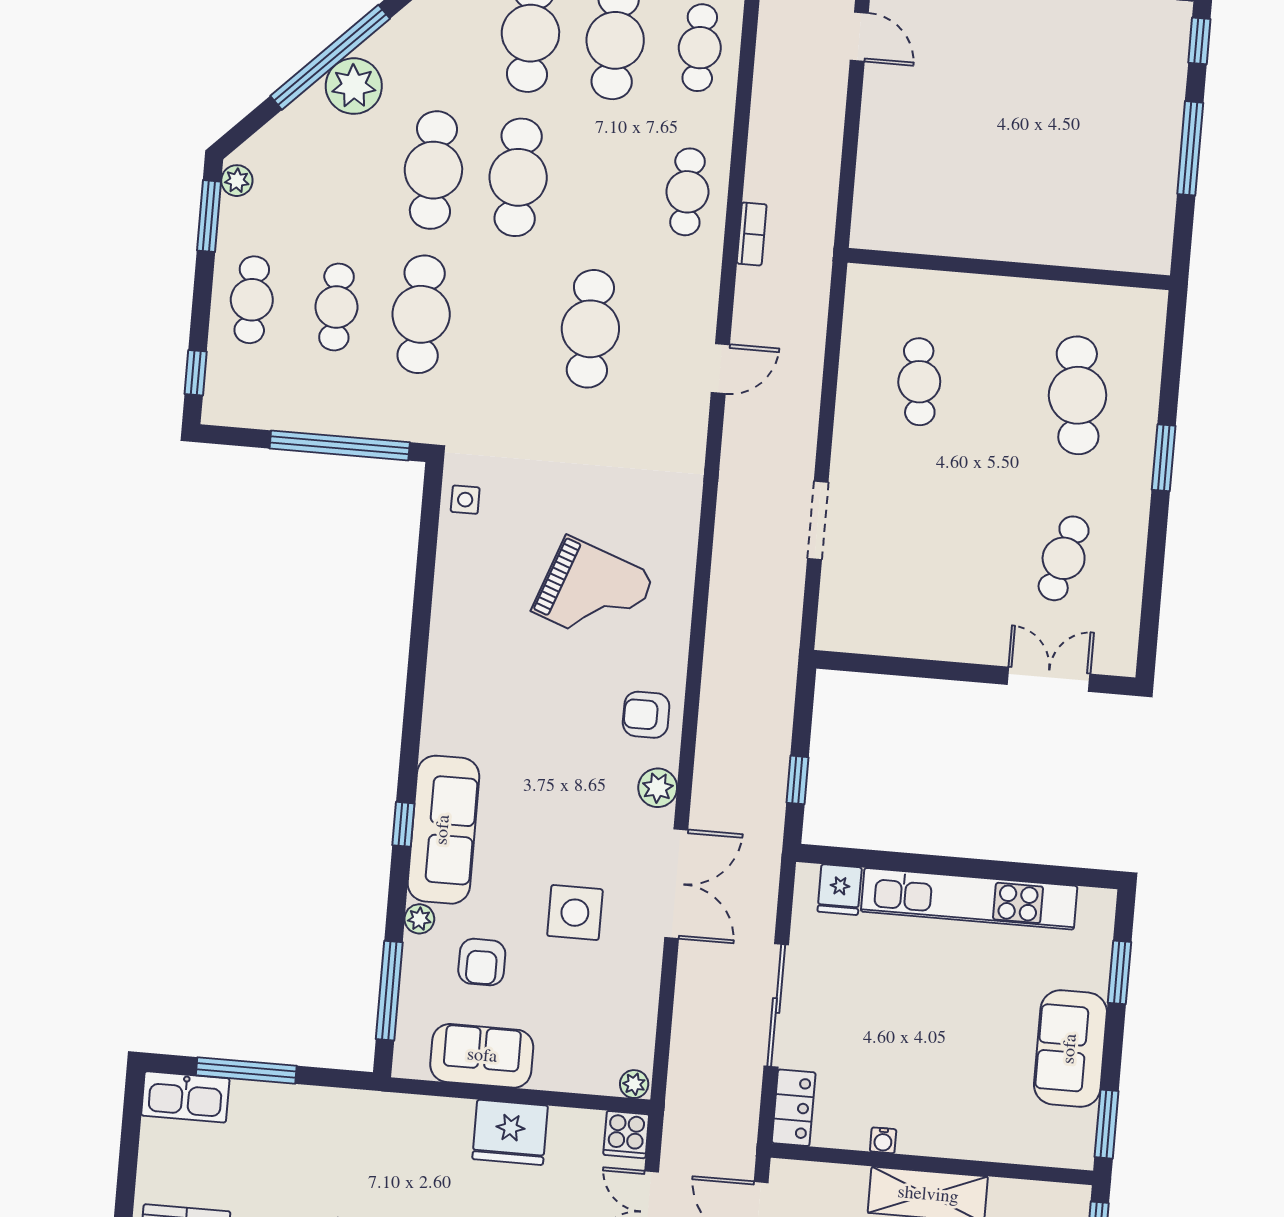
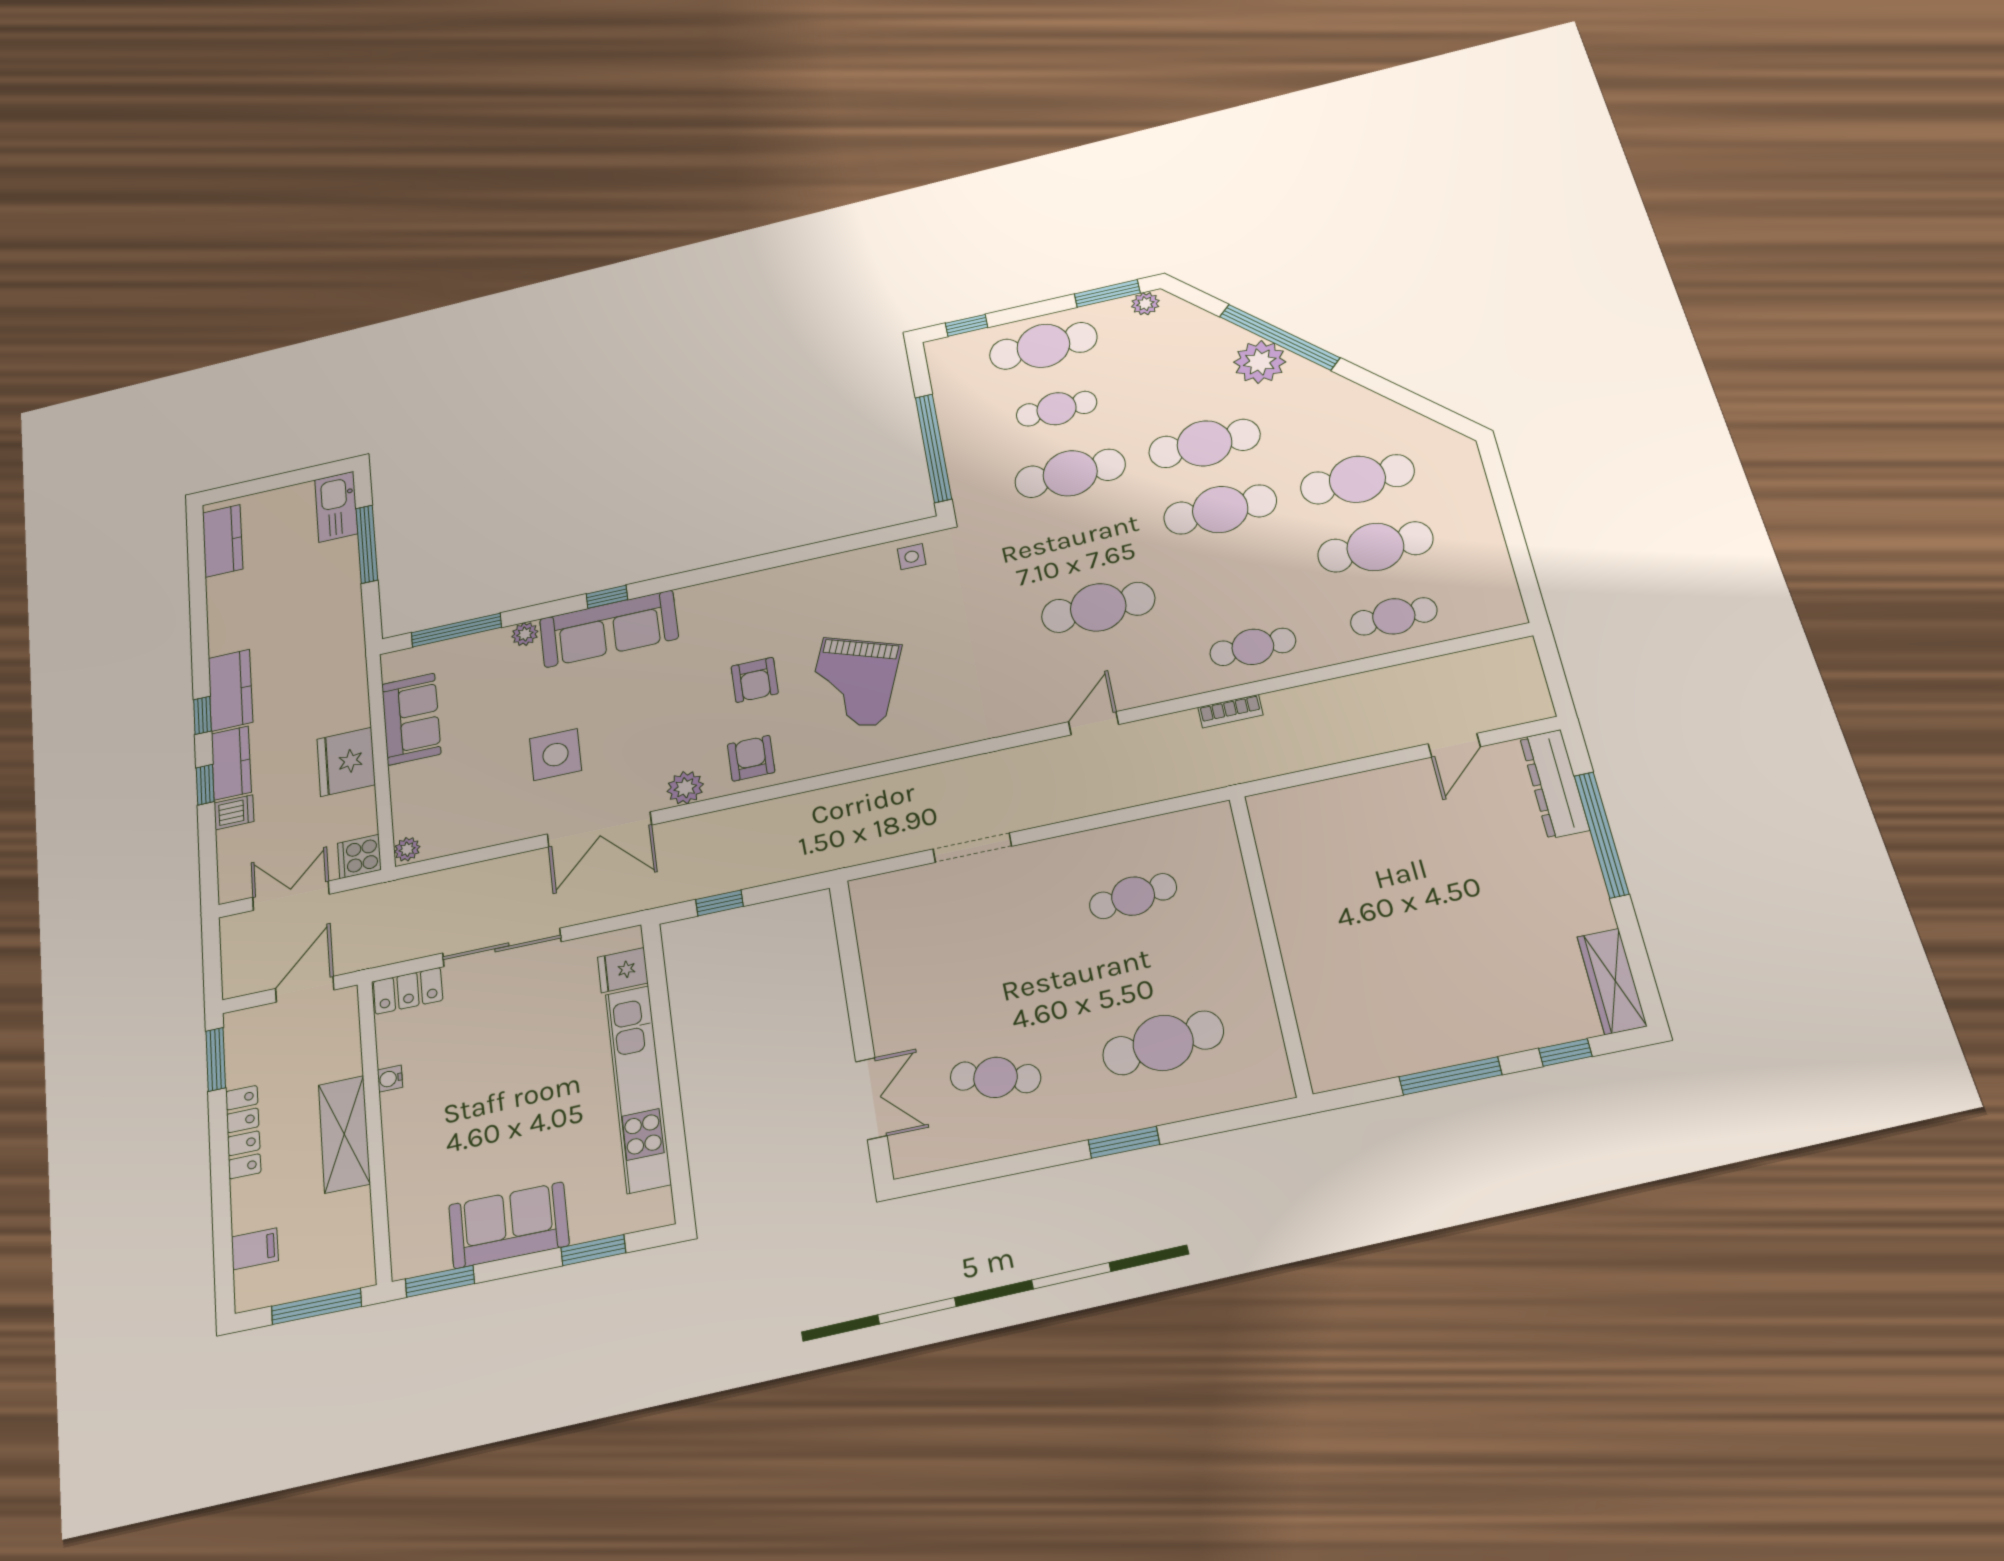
cafe table: (252, 300) -> (1043, 346), width x1.37, depth x1.35
door: (720, 369) -> (1094, 723), swing flipped
armchair: (482, 962) -> (755, 680), moved, turned -90

